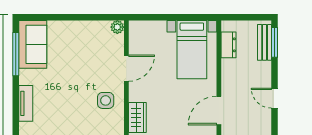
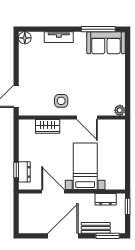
window: (238, 17) -> (128, 206), added
bench: (265, 42) -> (96, 228), moved
bed with nightstands: (192, 50) -> (85, 166), moved, turned 90
door: (275, 98) -> (63, 236), width x1.88

